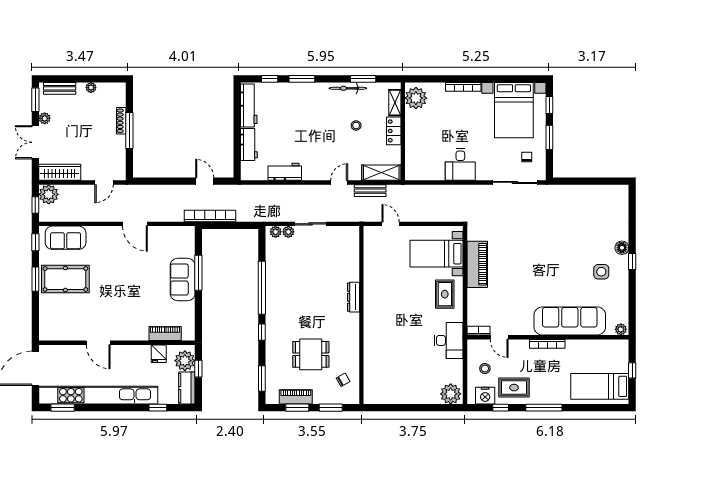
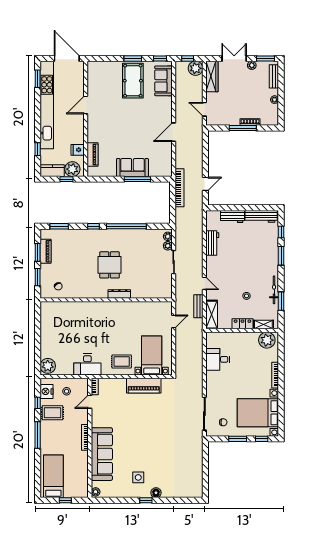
desk: (460, 164) -> (218, 359), moved
dining table: (311, 354) -> (110, 265), moved
rug: (514, 388) -> (52, 413), turned 90

